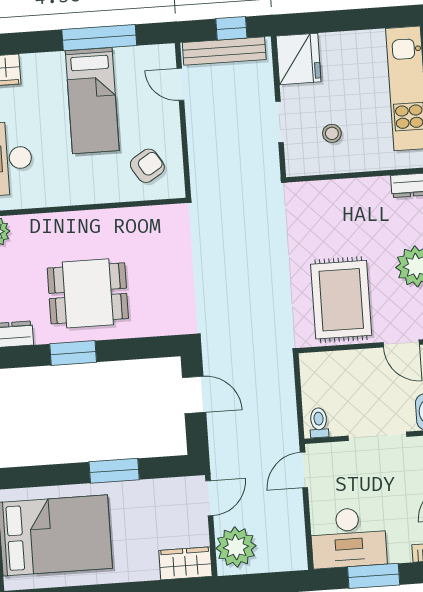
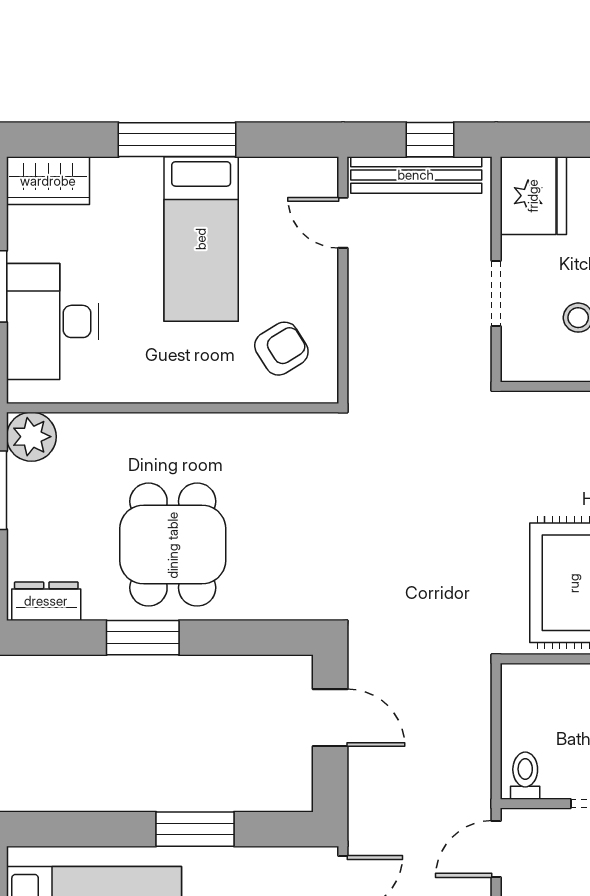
window: (99, 38) -> (177, 140), moved
dining table: (88, 293) -> (173, 545), turned 90

